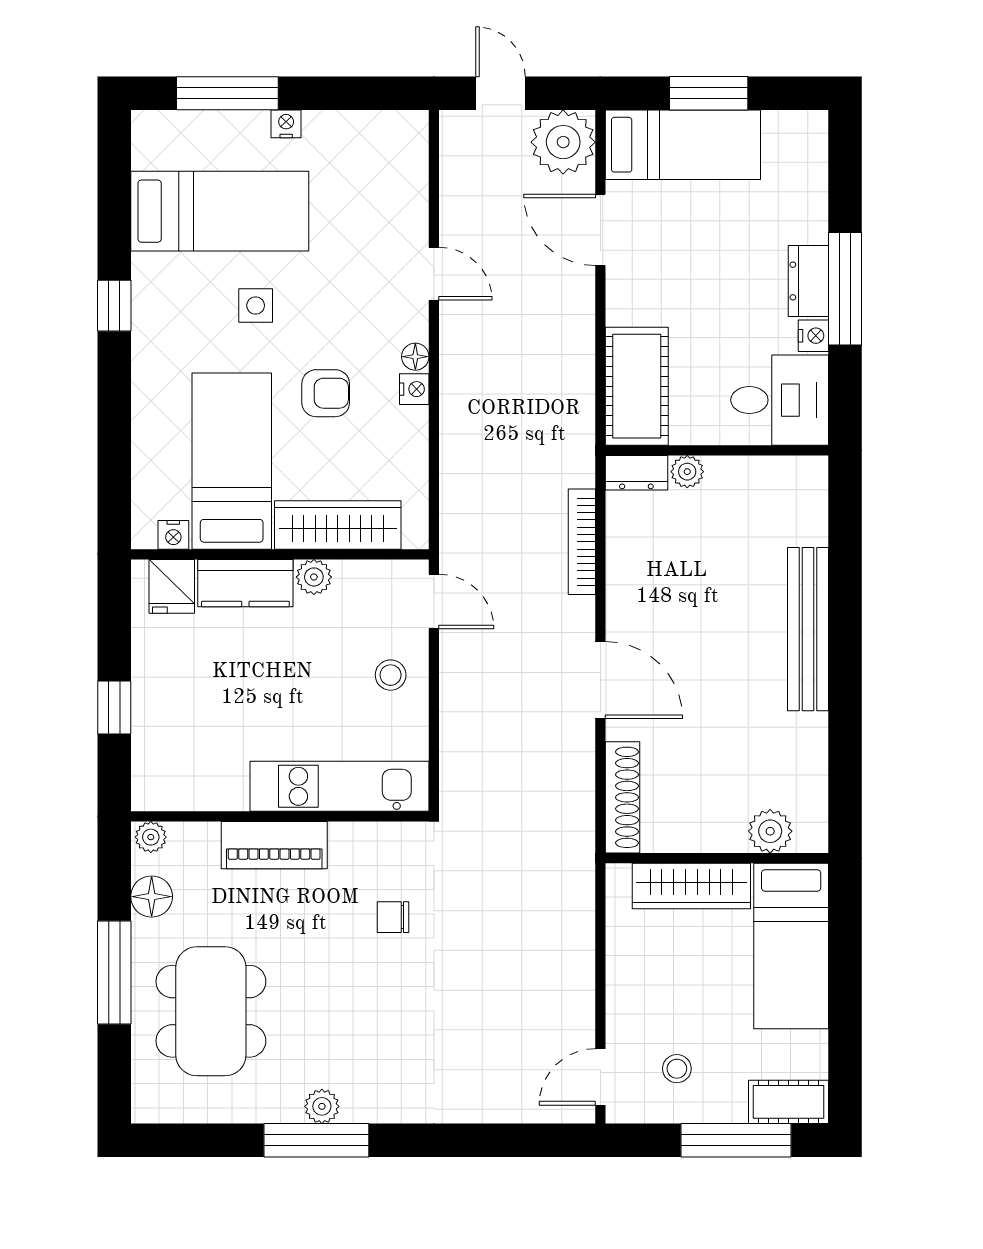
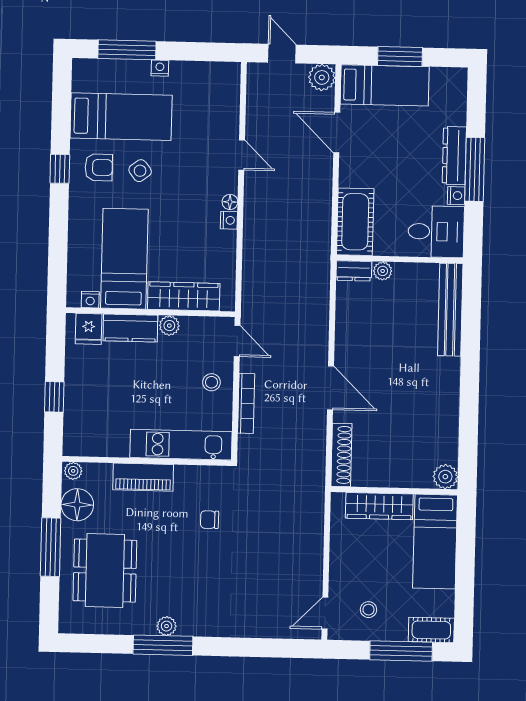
plant: (563, 142) -> (322, 77), width x0.73, depth x0.73
dresser: (808, 281) -> (454, 156), width x1.44
side table: (256, 305) -> (140, 171), turned -37
armchair: (326, 393) -> (99, 167), moved
bookcase: (582, 542) -> (246, 403), moved, turned 180
bench: (808, 629) -> (450, 310), moved
plant: (770, 831) -> (445, 477), moved
floor lamp: (152, 897) -> (77, 505), width x1.38, depth x1.38

